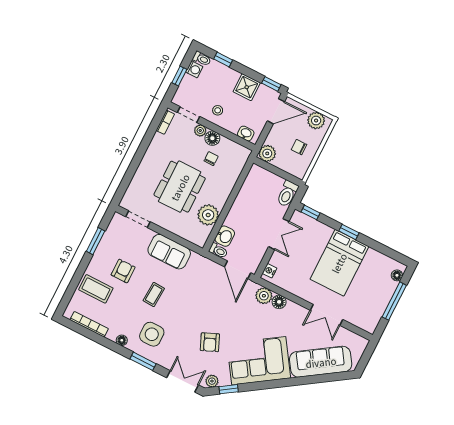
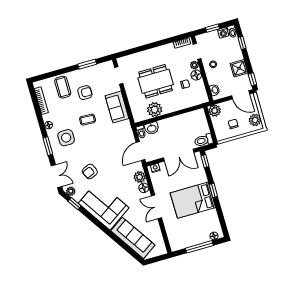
double door: (279, 234) -> (179, 155), width x1.37
double door: (326, 315) -> (156, 207), moved

